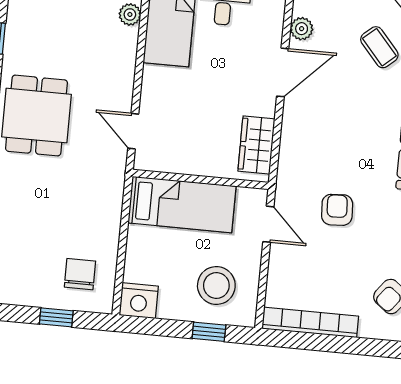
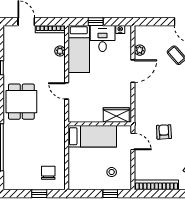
door: (133, 131) -> (67, 91), moved
wardrobe: (256, 145) -> (116, 115), moved, turned 90
stool: (216, 285) -> (112, 172), width x0.53, depth x0.53
nightstand: (139, 301) -> (77, 182), removed

